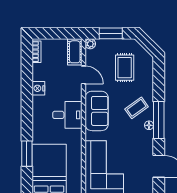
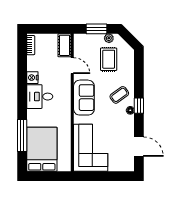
plant: (90, 44) -> (109, 38), moved
desk: (67, 115) -> (40, 97), moved, turned 180
window: (159, 120) -> (139, 106), width x0.46
window: (27, 154) -> (22, 135), width x1.44

